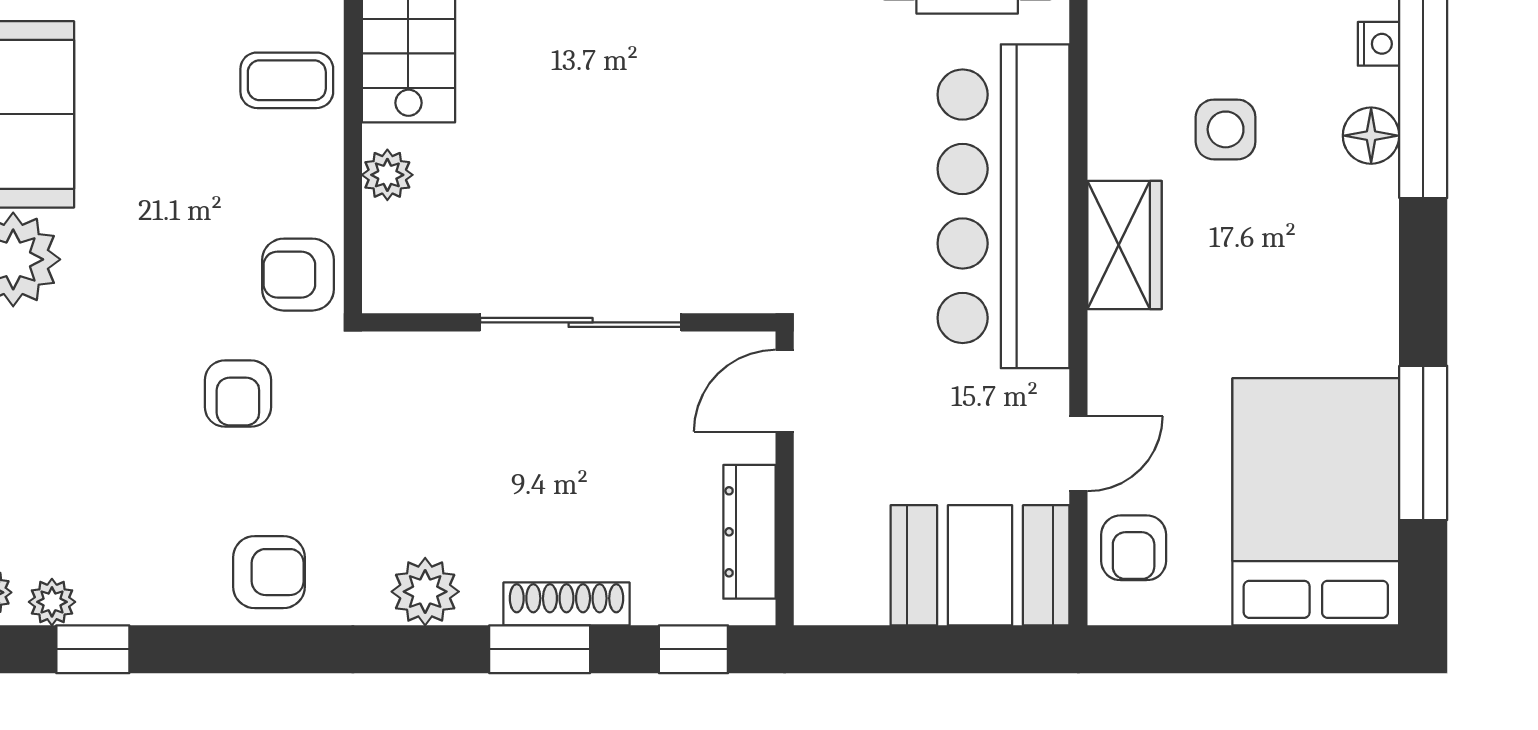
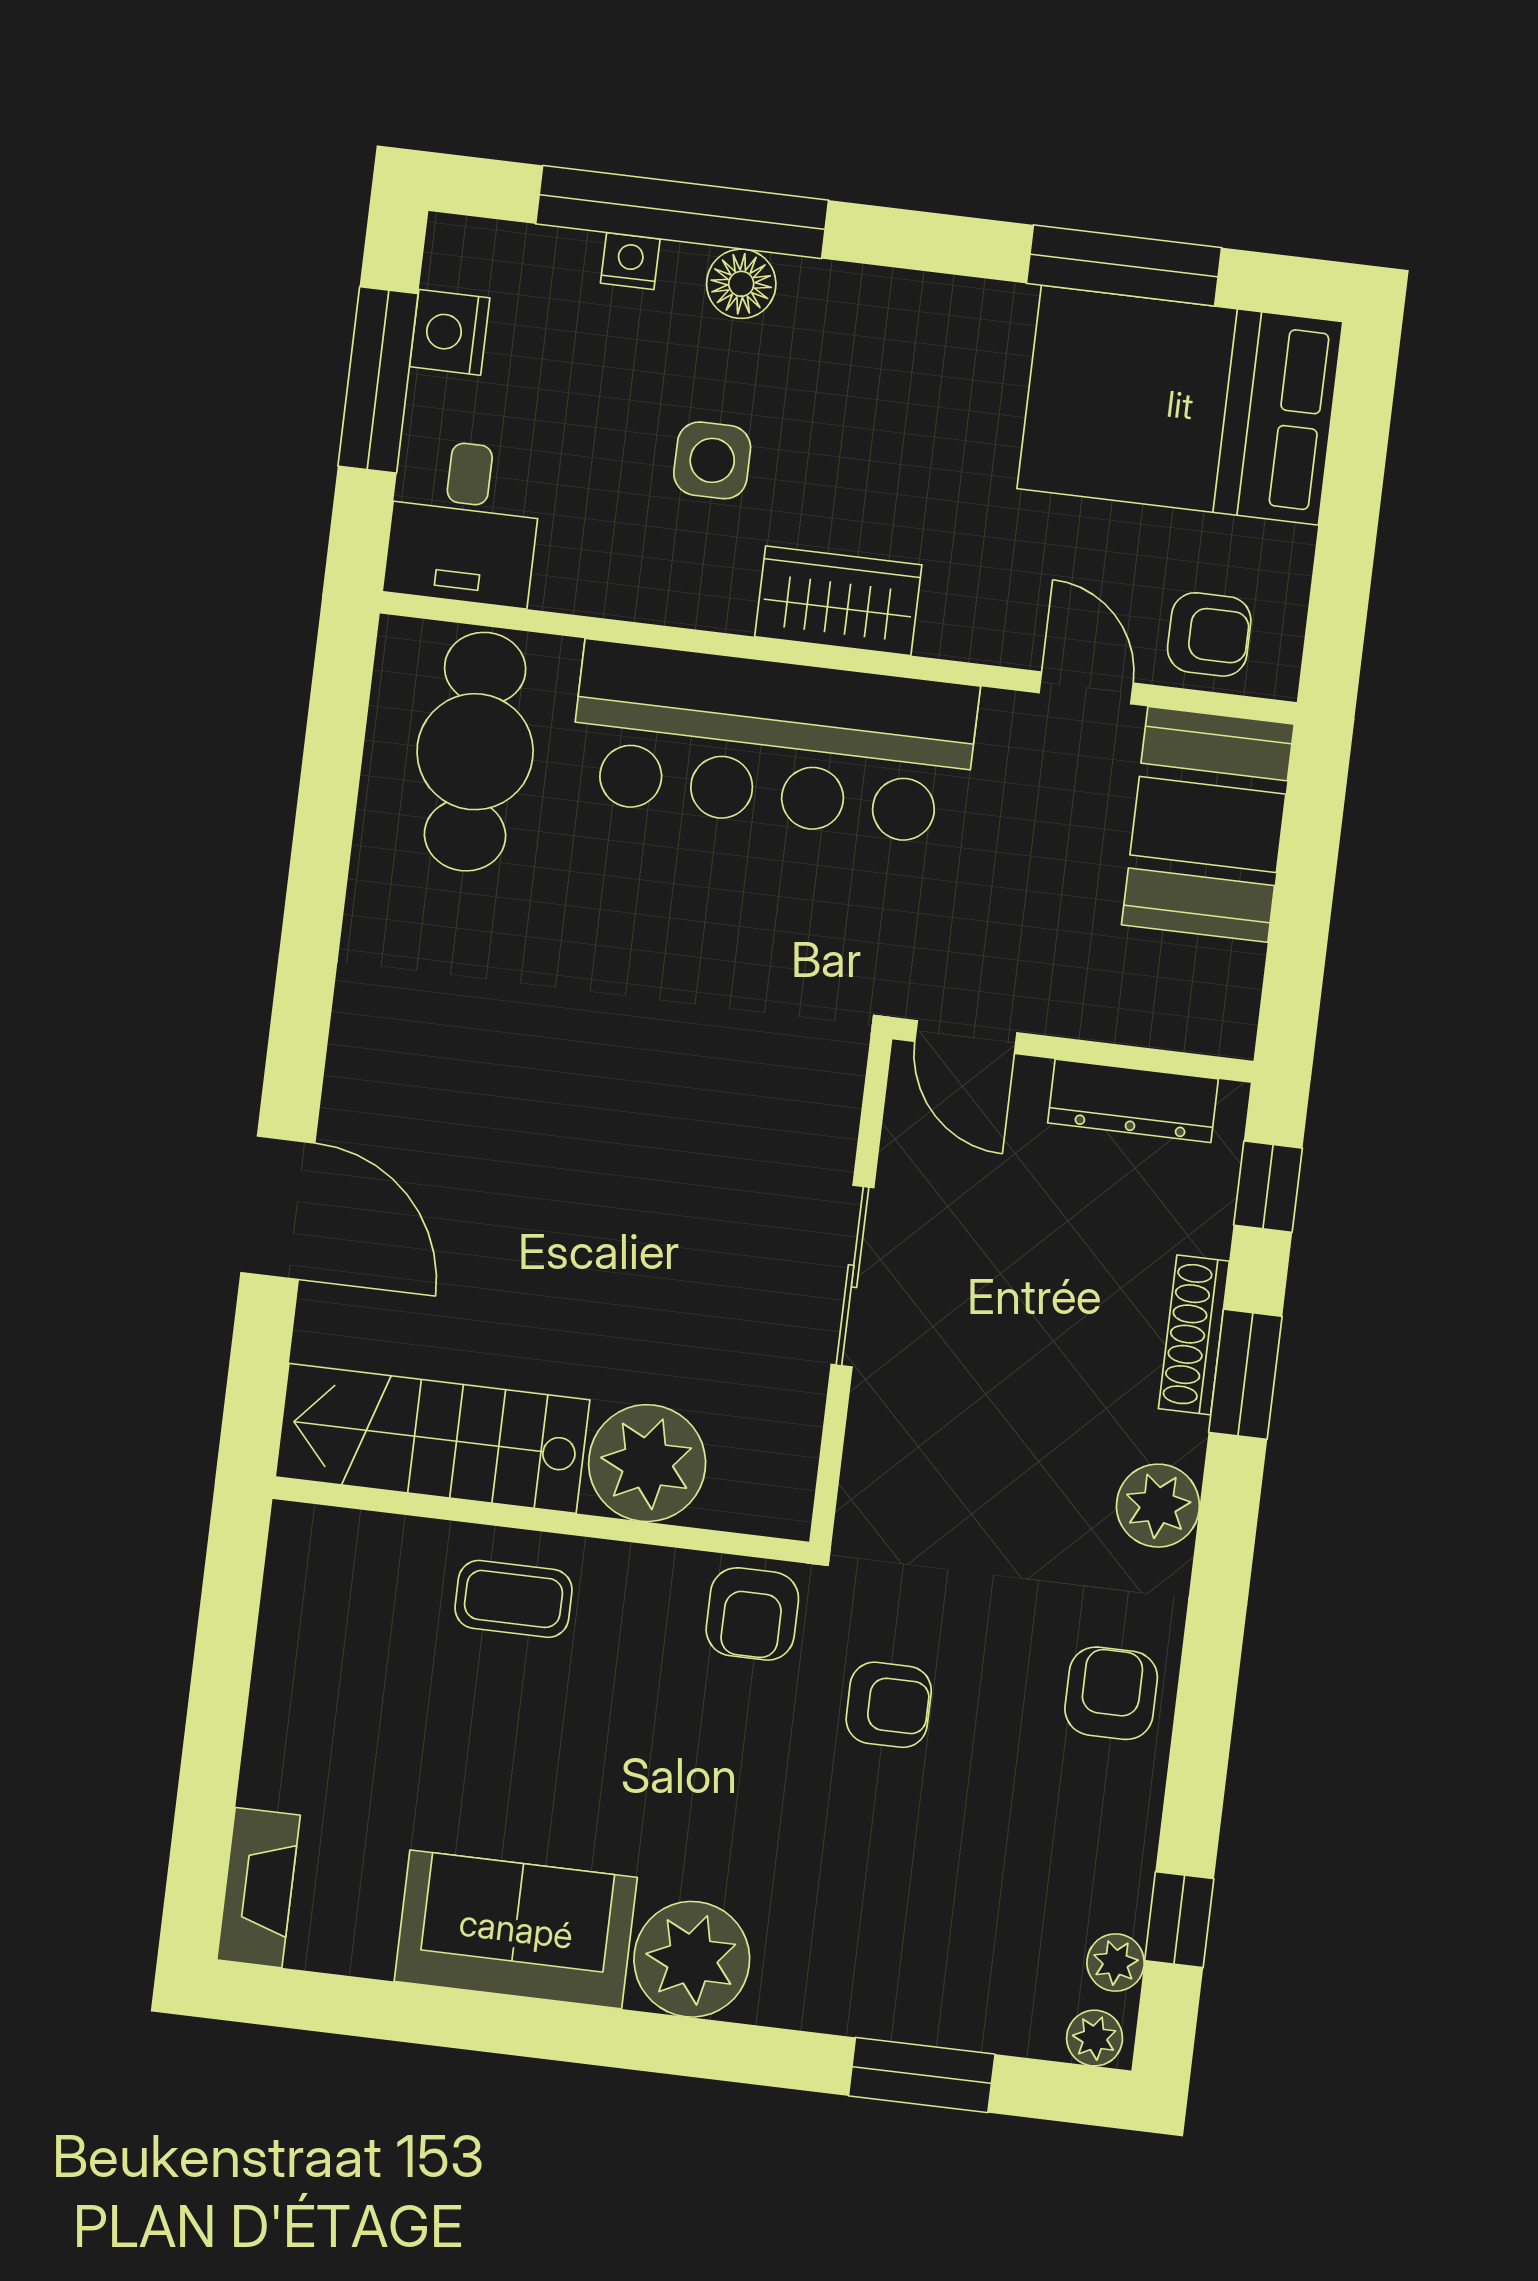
coffee table: (287, 80) -> (514, 1599), turned 90
plant: (387, 175) -> (647, 1463), width x1.88, depth x1.88
sliding door: (581, 322) -> (853, 1276), width x0.73

